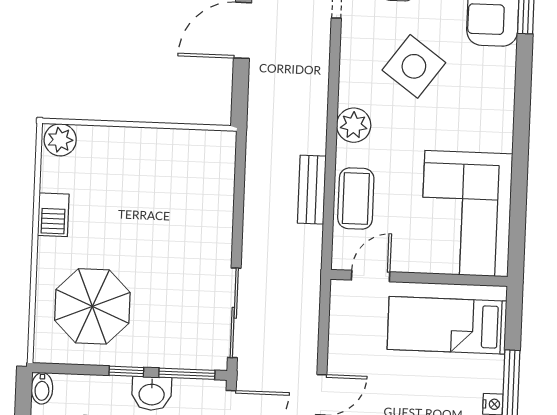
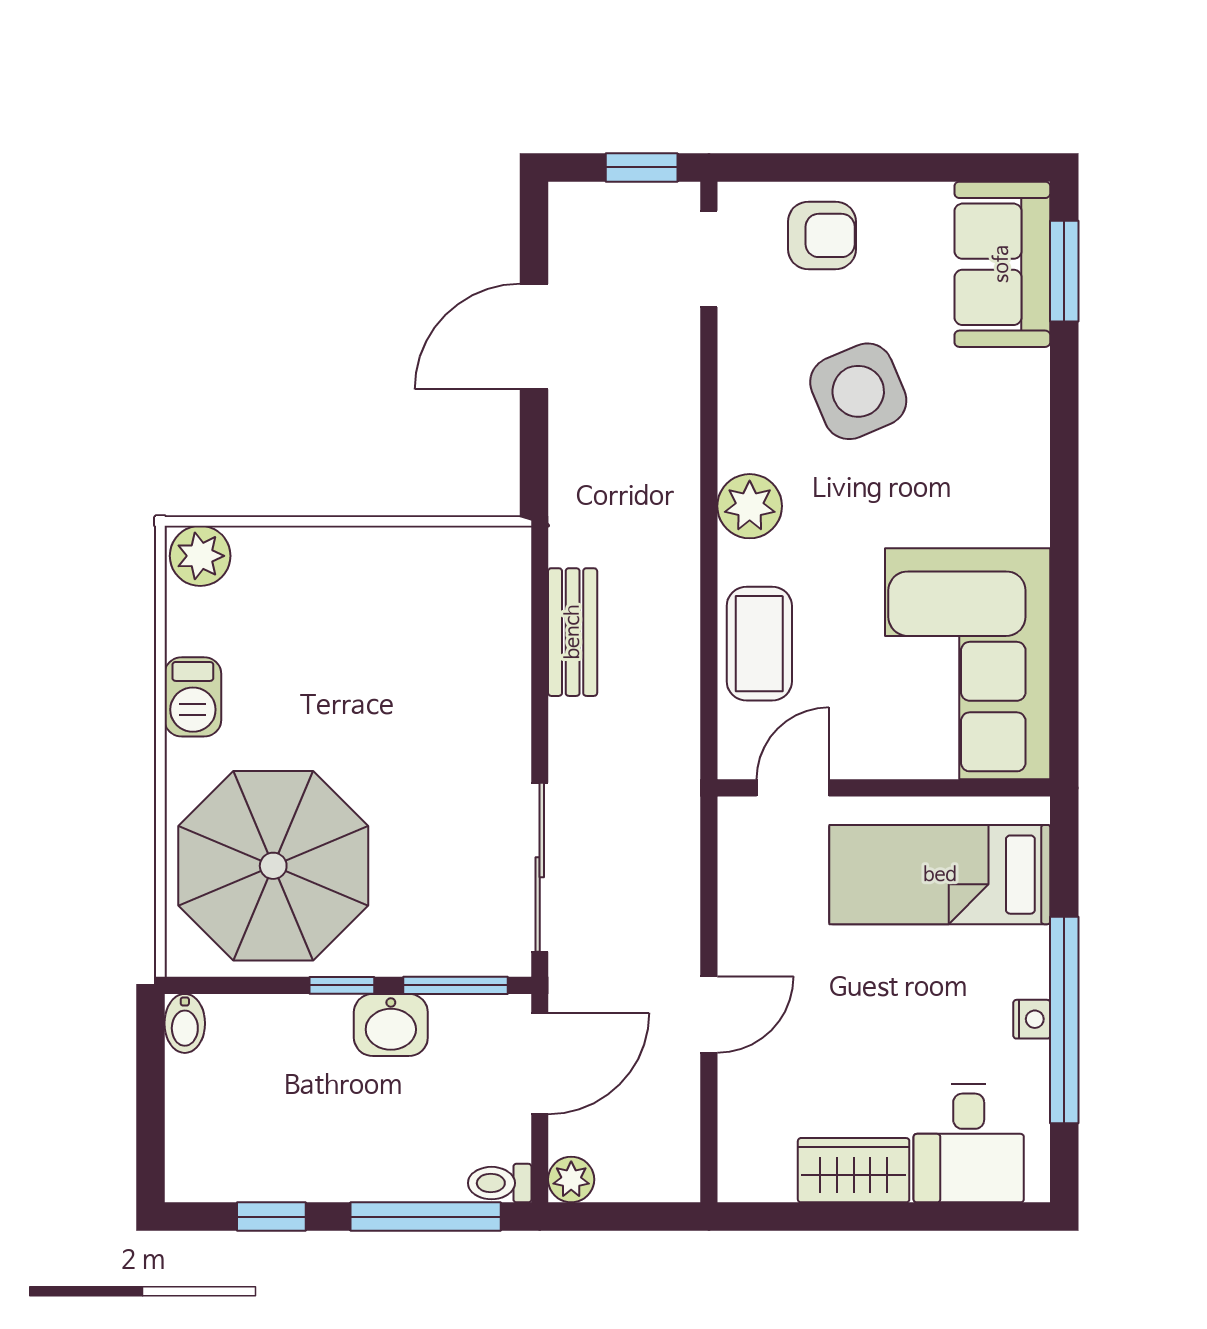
side table: (414, 66) -> (858, 391), turned 31
bench: (312, 190) -> (573, 632), moved
parasol: (92, 306) -> (273, 866), width x1.36, depth x1.36

